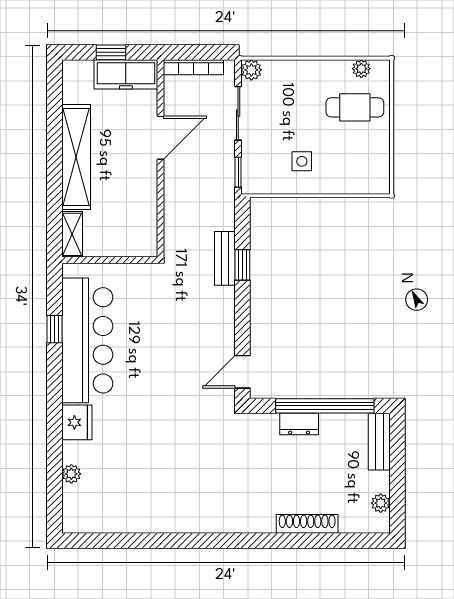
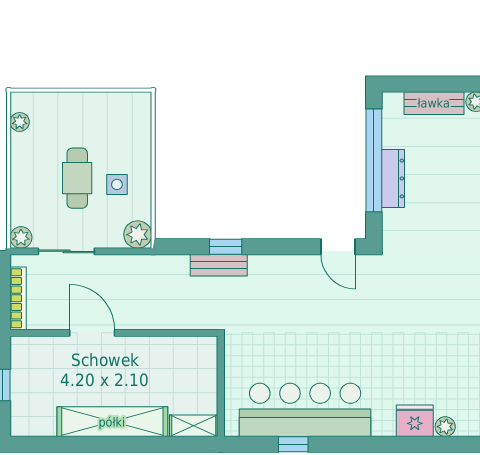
freezer: (126, 74) -> (26, 369), removed
cafe table: (355, 107) -> (77, 178), moved
window: (238, 172) -> (128, 251), removed
plant: (254, 181) -> (138, 235), added
fridge: (77, 422) -> (415, 421), moved
dresser: (299, 424) -> (393, 178), width x1.44
bench: (379, 442) -> (434, 103), moved

